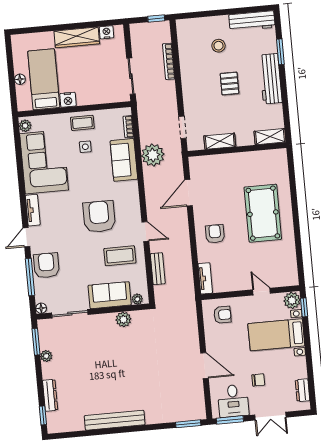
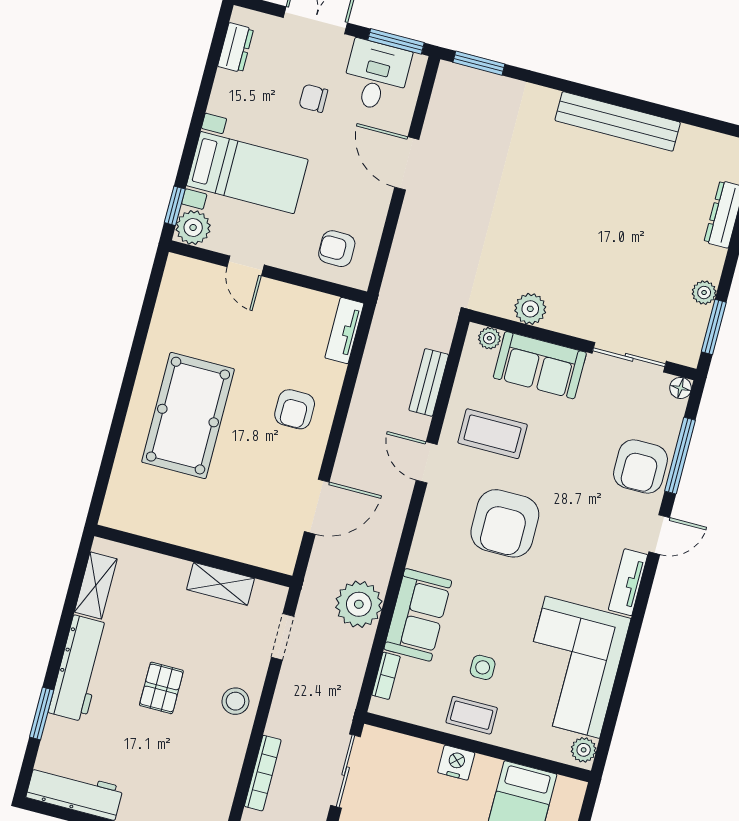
stool: (219, 46) -> (235, 701), moved
nightstand: (68, 100) -> (456, 763), moved
shelving: (270, 137) -> (96, 585), moved, turned 90

